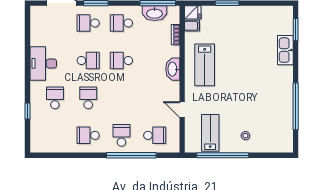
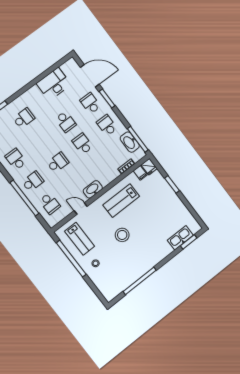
kitchen sink: (285, 50) -> (180, 238), moved
desk: (43, 63) -> (54, 84), moved
washbasin: (173, 69) -> (93, 189), moved
stool: (238, 89) -> (122, 235), added
school desk: (88, 98) -> (58, 163), moved
door: (182, 110) -> (81, 209), hinge flipped
lab bench: (210, 133) -> (80, 239), turned 90

